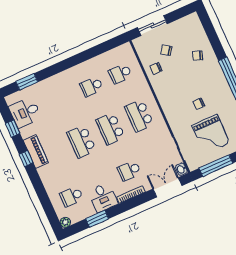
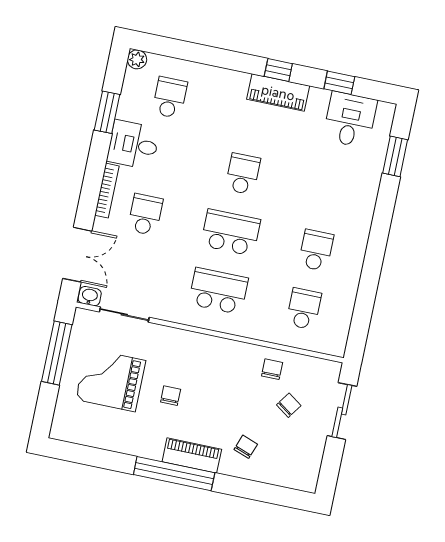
piano: (218, 76) -> (192, 455), added
school desk: (82, 142) -> (243, 174), width x0.54

